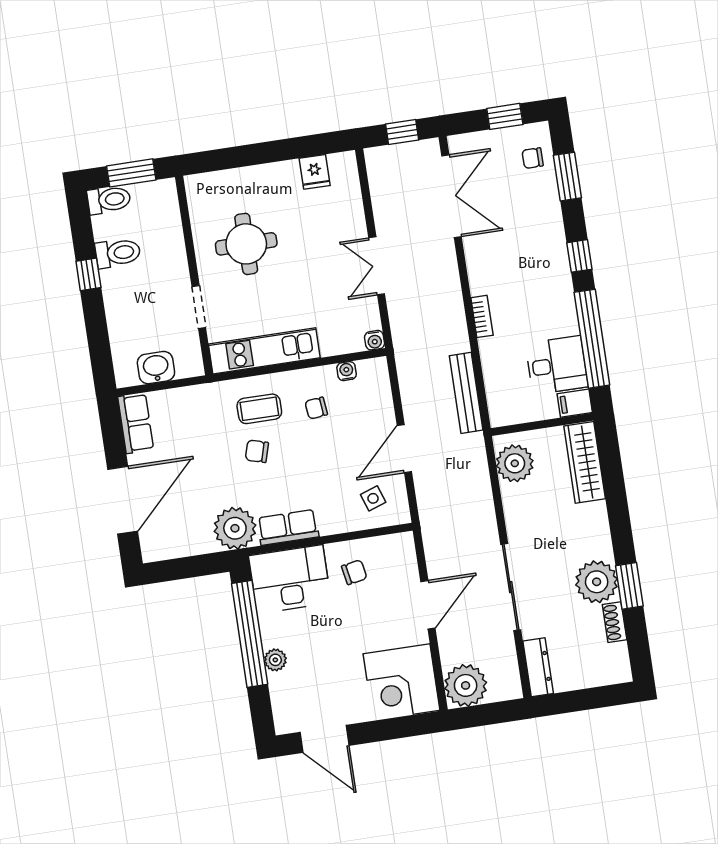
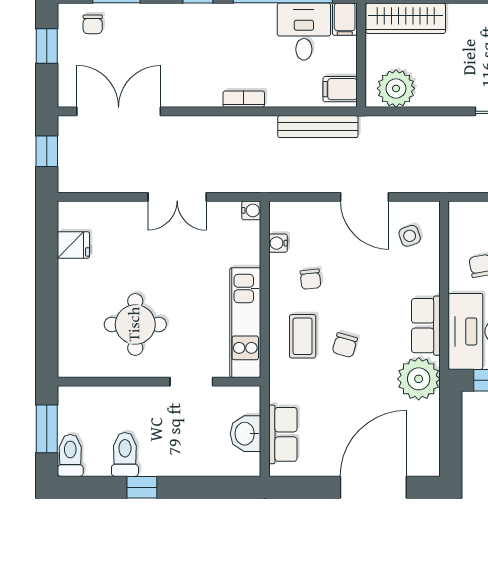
filing cabinet: (506, 409) -> (340, 89), added
row of seats: (136, 423) -> (283, 434), moved, turned 90
door: (123, 500) -> (373, 487), hinge flipped

